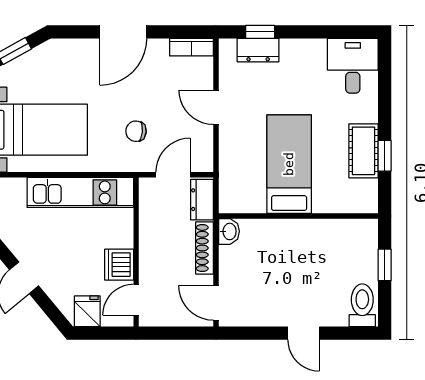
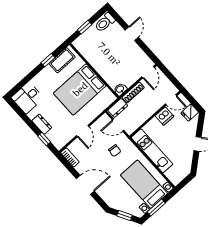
dresser: (258, 50) -> (42, 124), moved
cot: (363, 151) -> (62, 60), moved
bed: (289, 164) -> (80, 89), width x1.50

